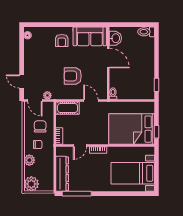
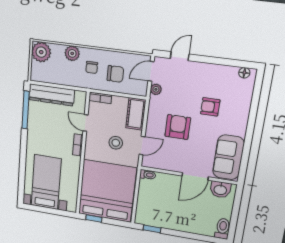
armchair: (62, 40) -> (210, 107), moved
stool: (92, 121) -> (116, 143), added
bed: (132, 129) -> (107, 191), width x1.36

